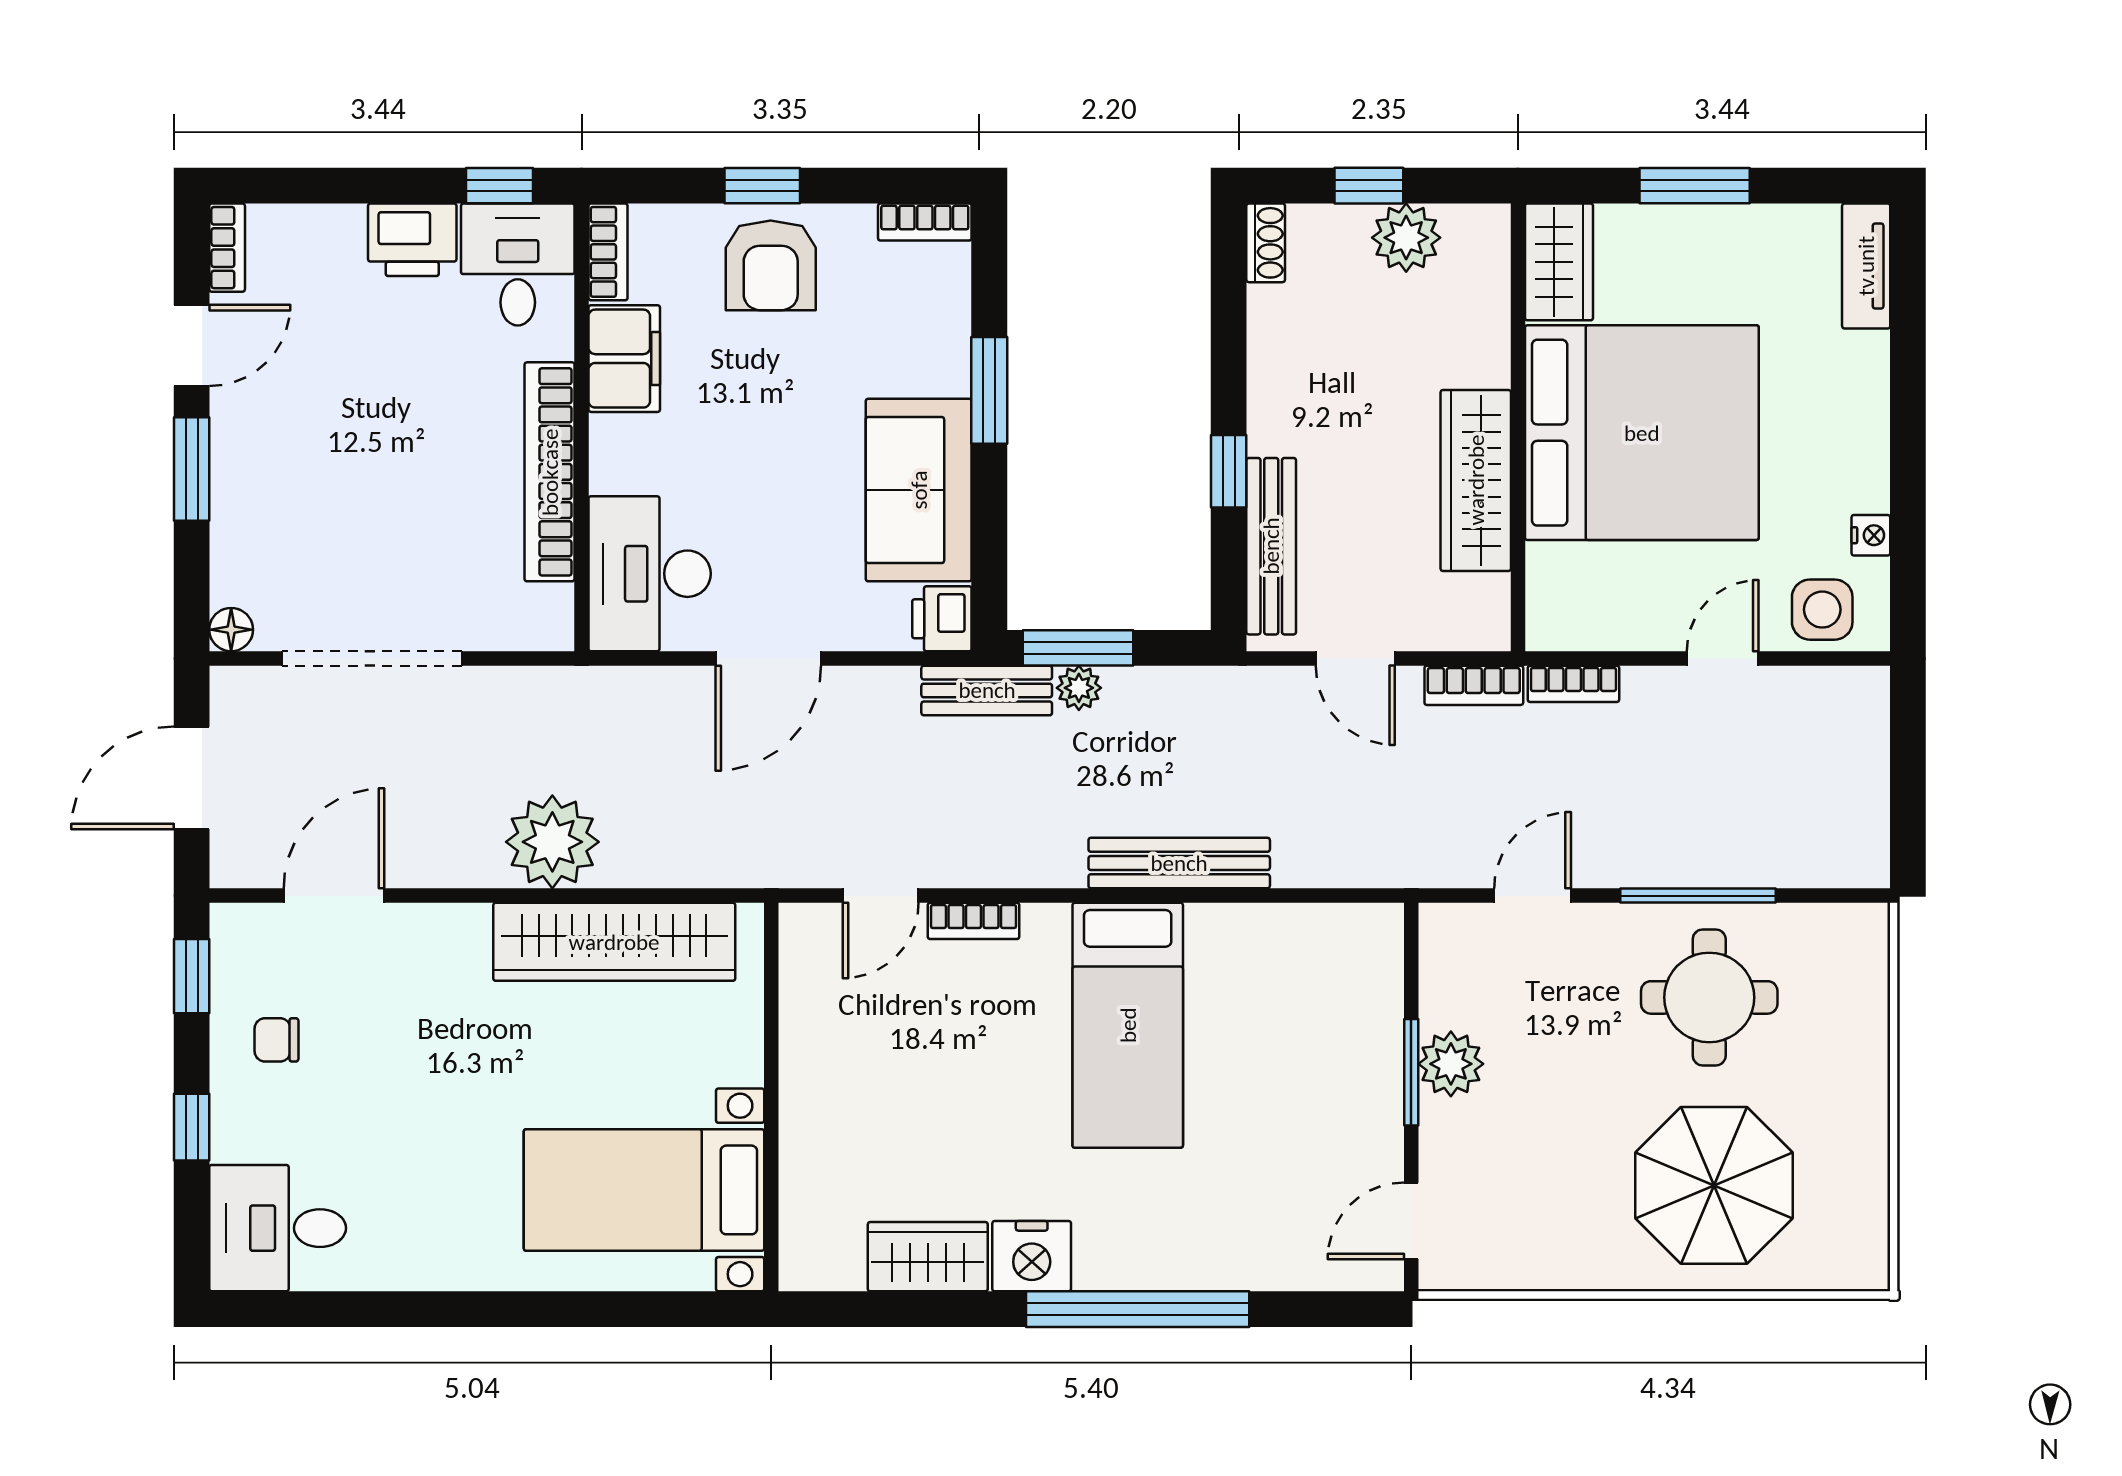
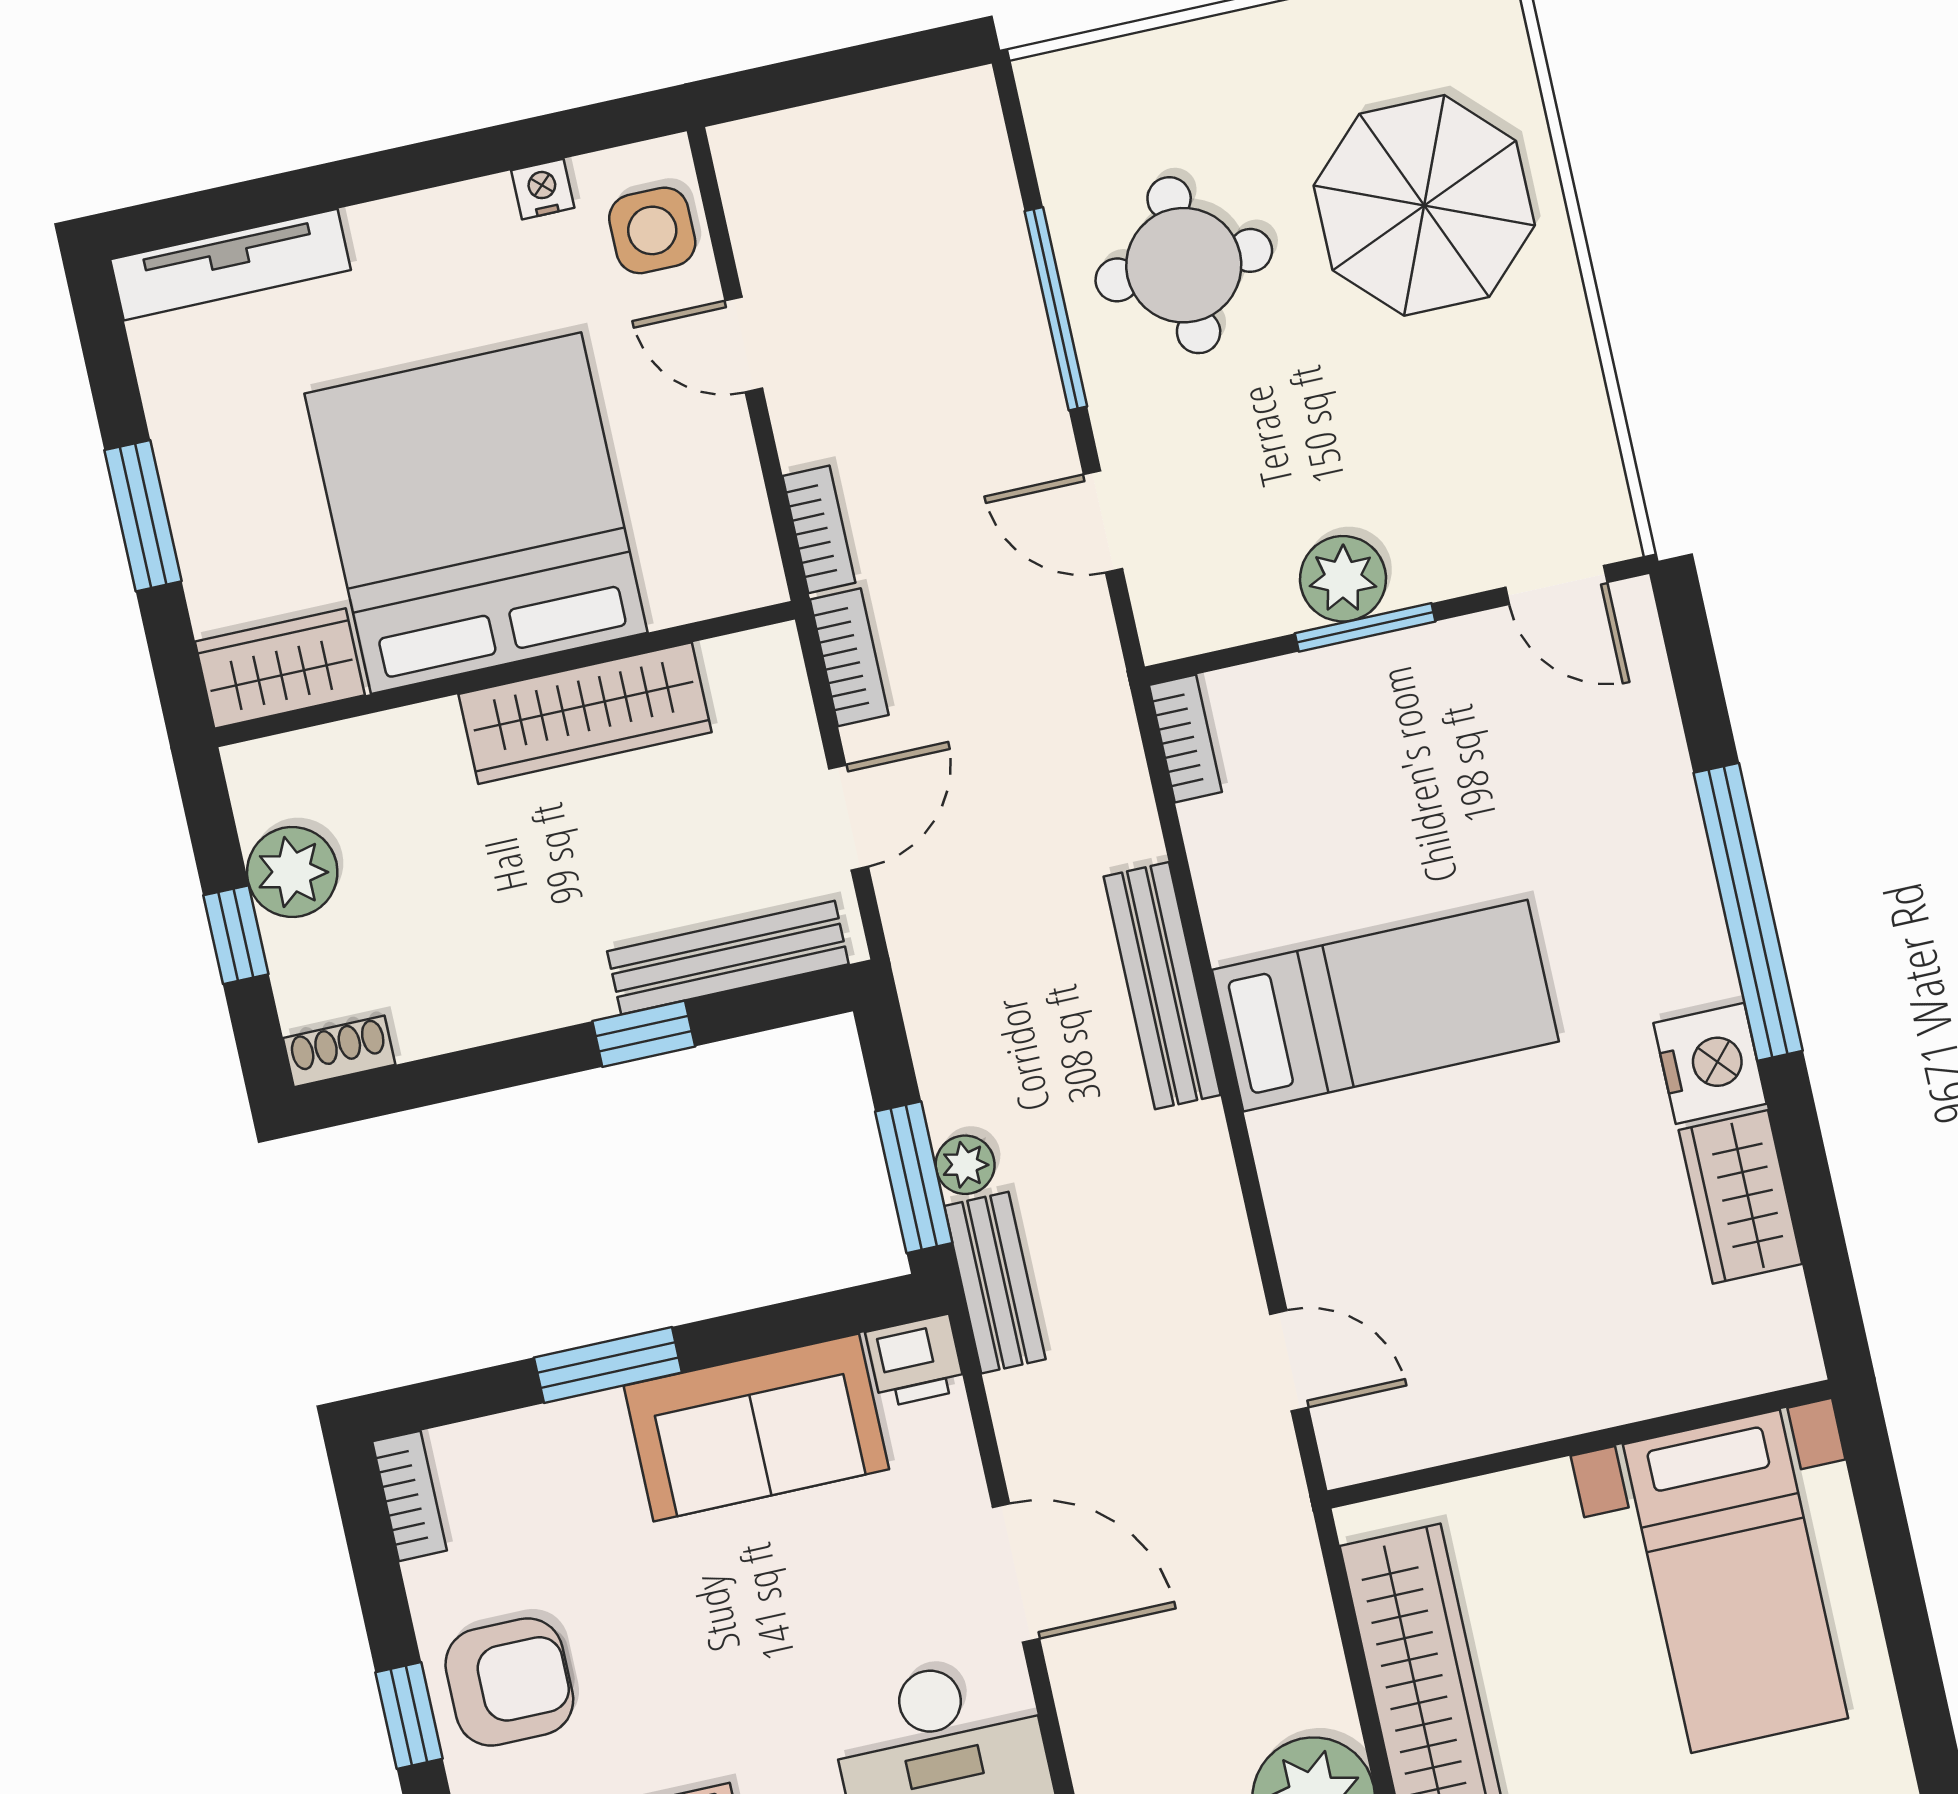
tv unit: (1866, 266) -> (231, 265), width x1.41
bookcase: (973, 921) -> (1185, 738), moved

